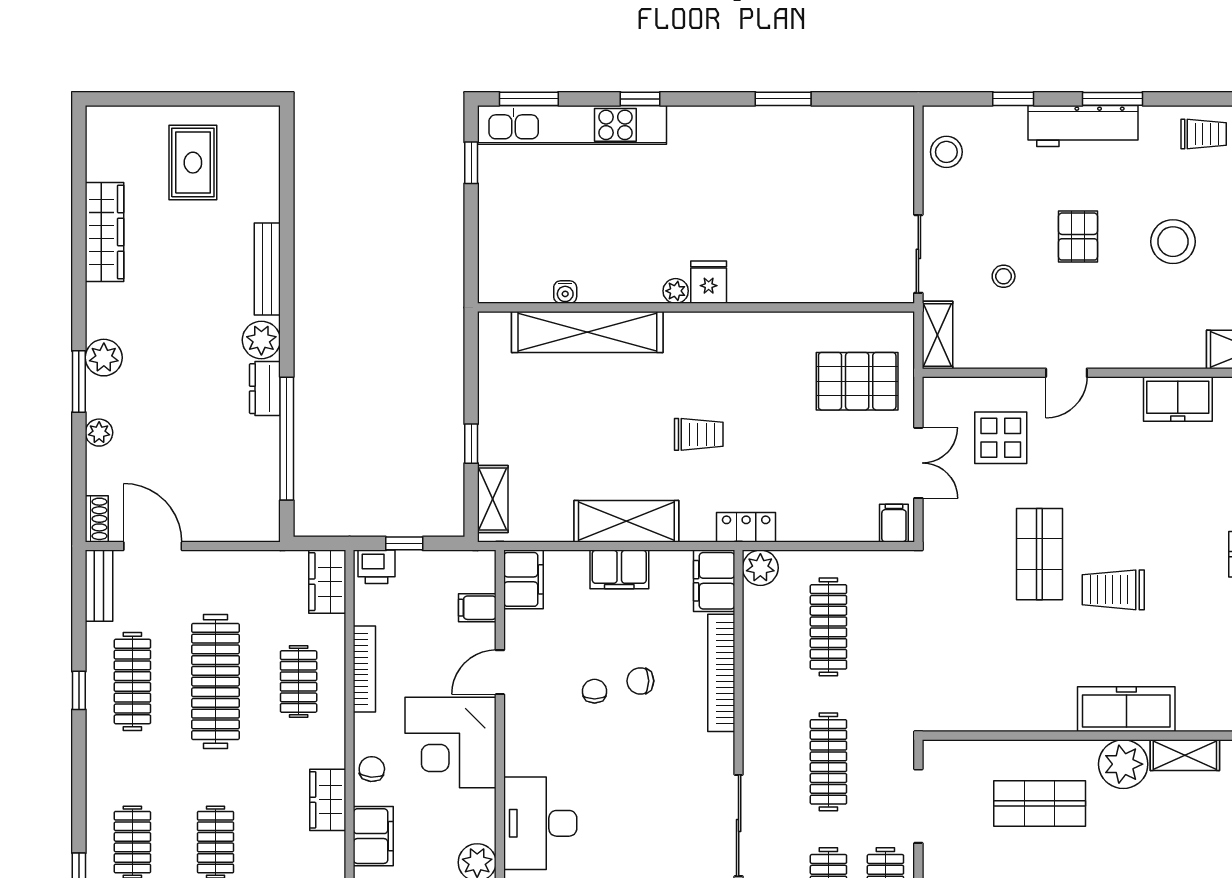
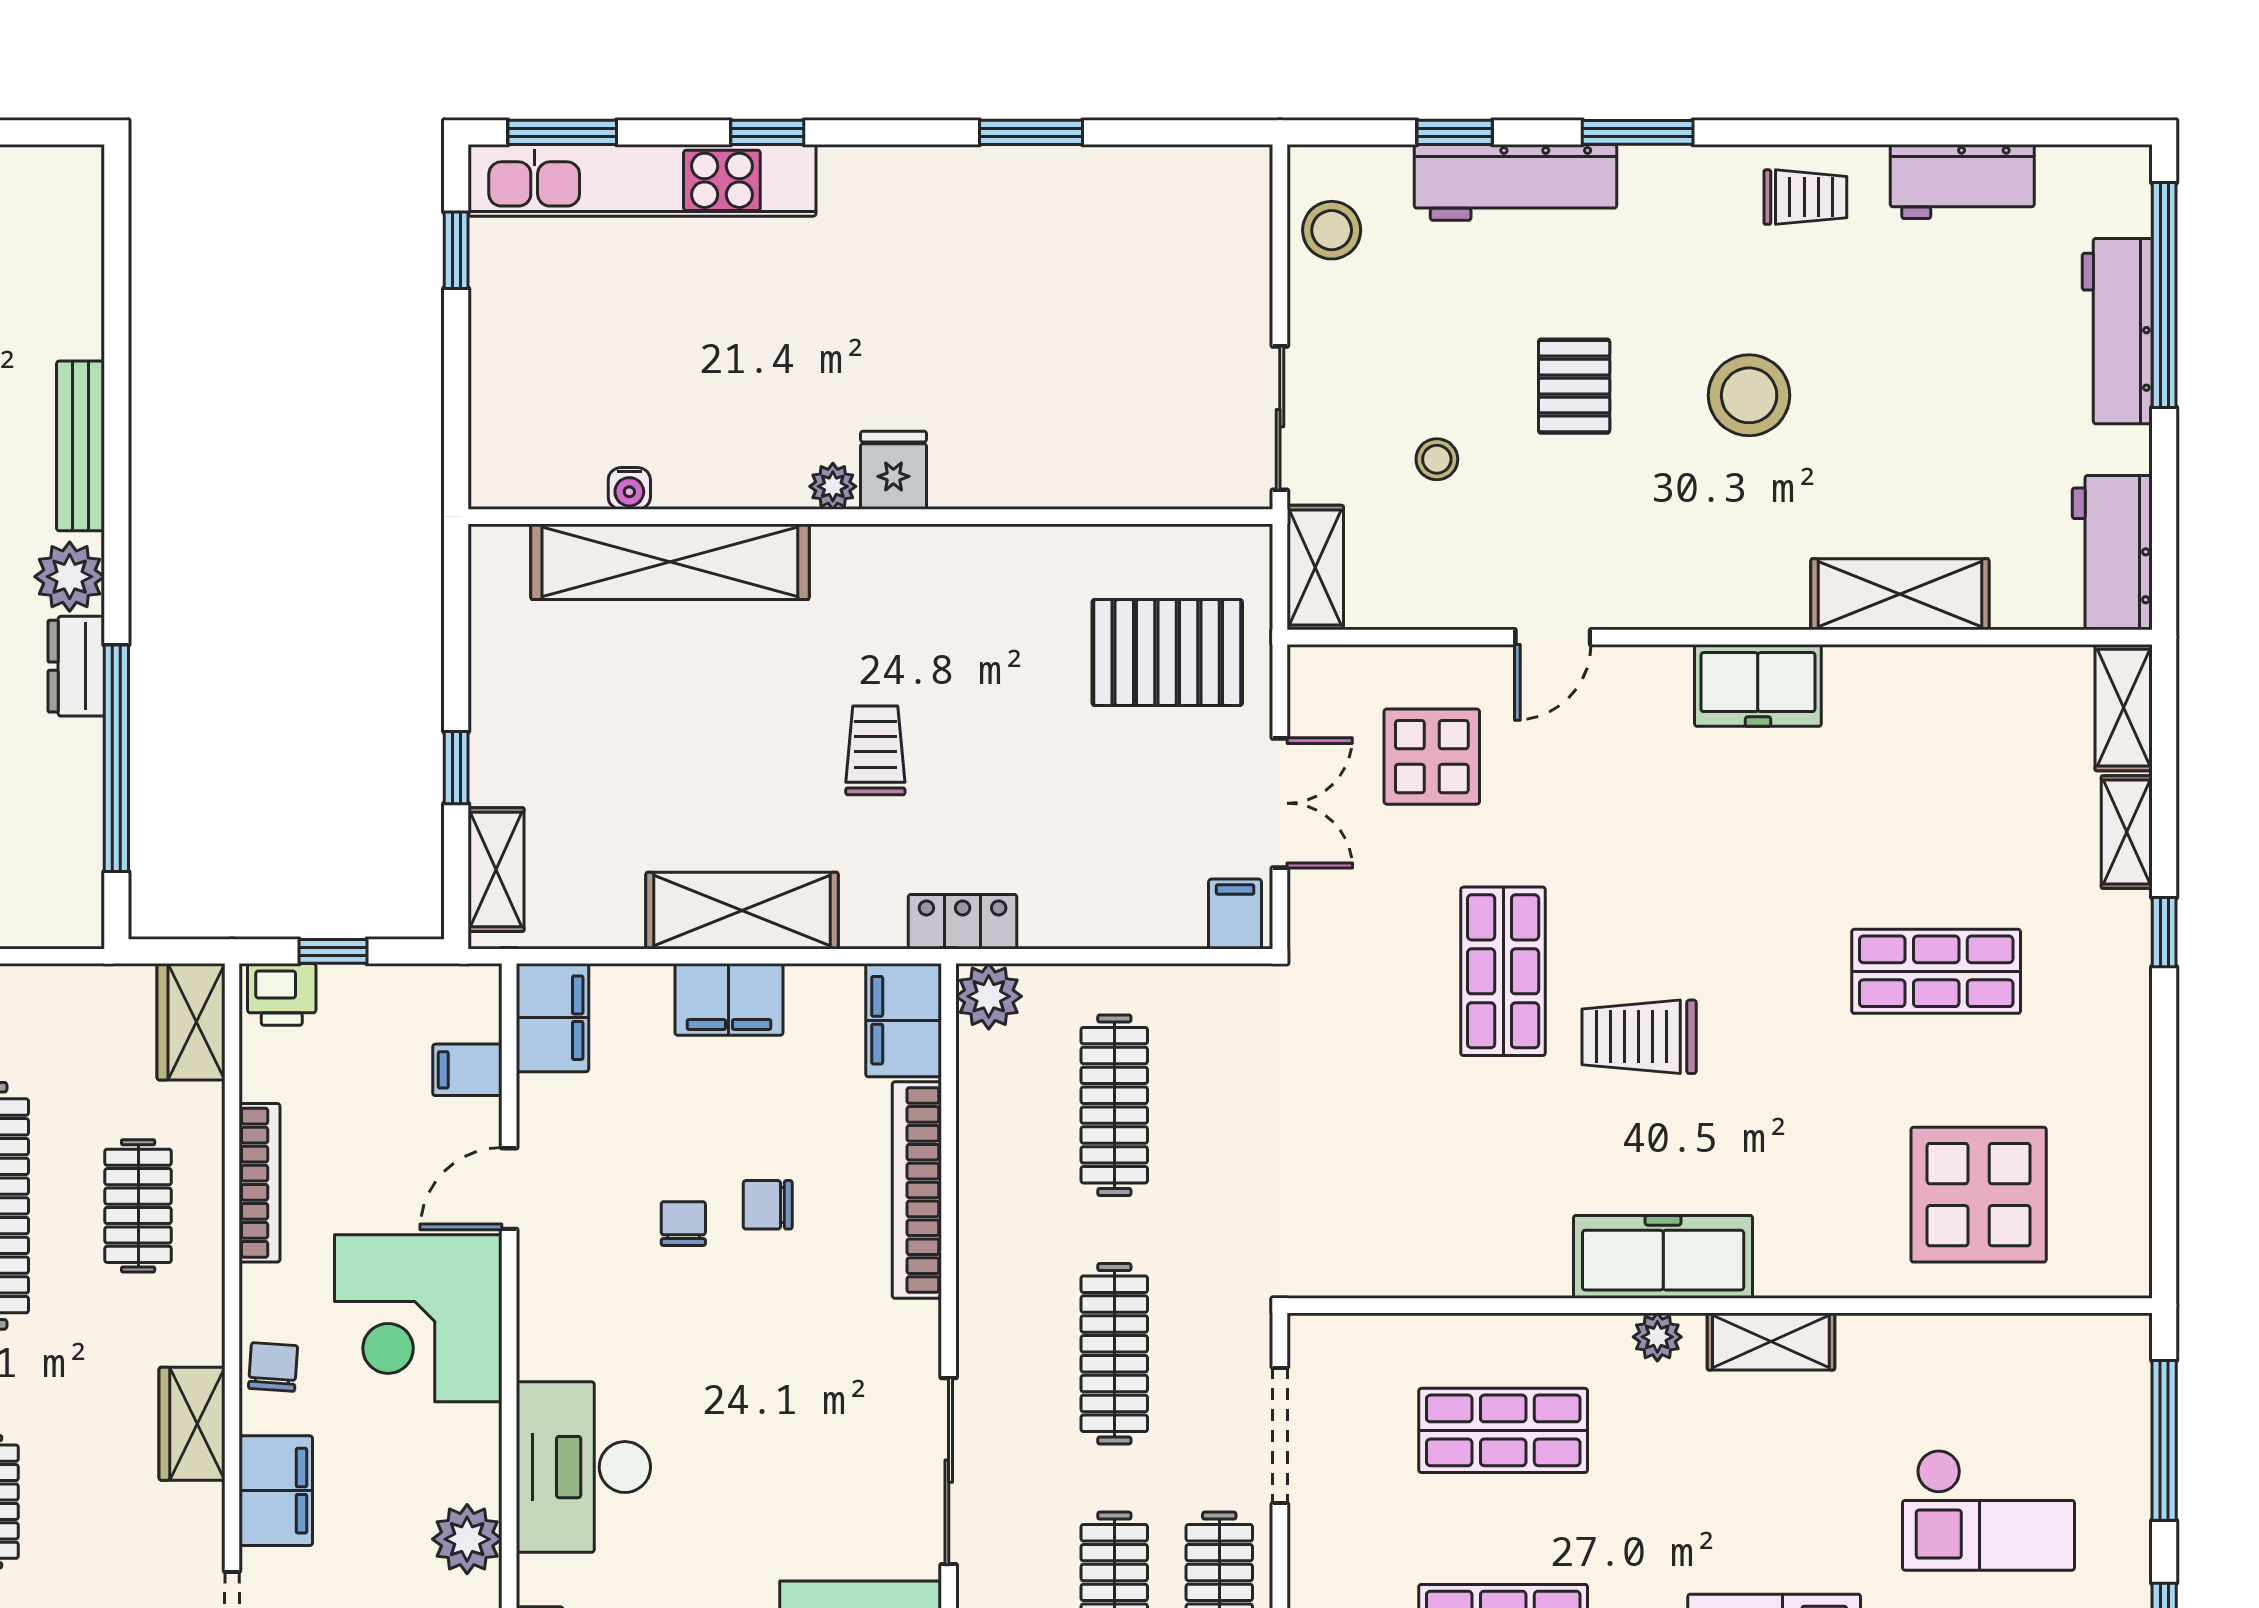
workbench: (1083, 126) -> (1515, 182), moved
trolley: (699, 434) -> (875, 750), turned -90
plant: (1123, 764) -> (1657, 1337), width x0.53, depth x0.53

